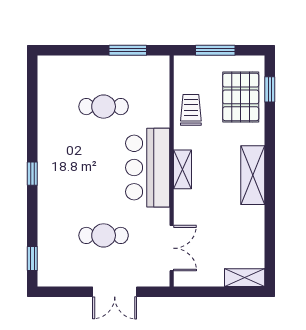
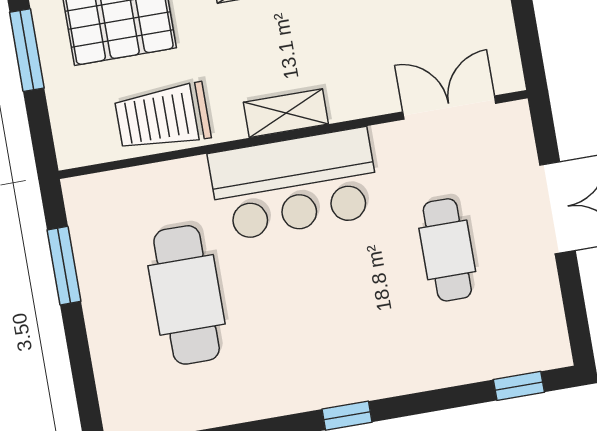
window: (215, 50) -> (27, 50), moved
cafe table: (104, 107) -> (187, 295), width x1.37, depth x1.35
trolley: (191, 110) -> (163, 117), width x1.36, depth x1.39

